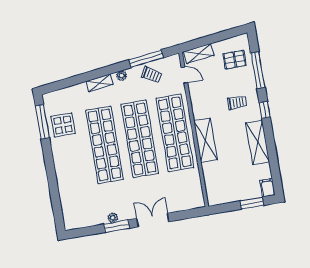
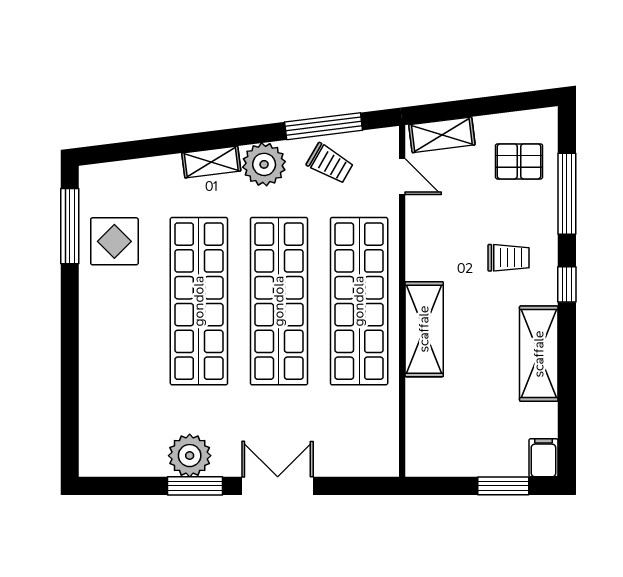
plant: (122, 76) -> (264, 164), width x1.88, depth x1.88
plant: (113, 218) -> (190, 456), width x1.88, depth x1.88

